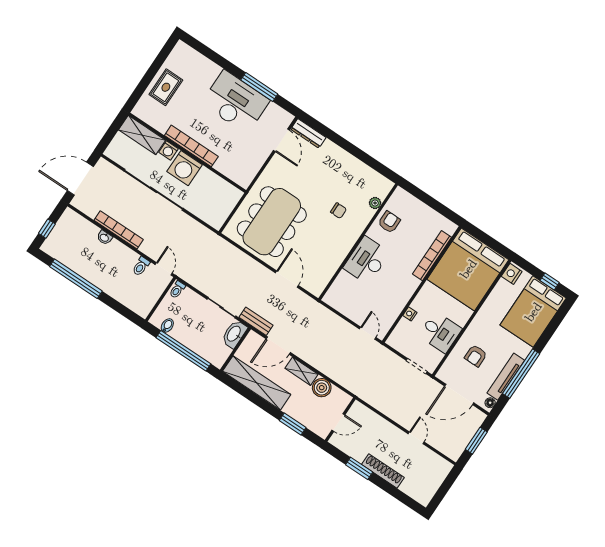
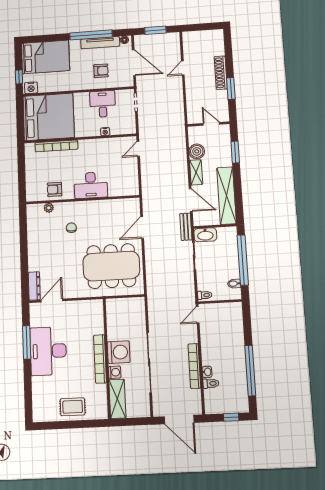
toilet: (141, 266) -> (211, 383), moved
window: (550, 281) -> (19, 77), moved

